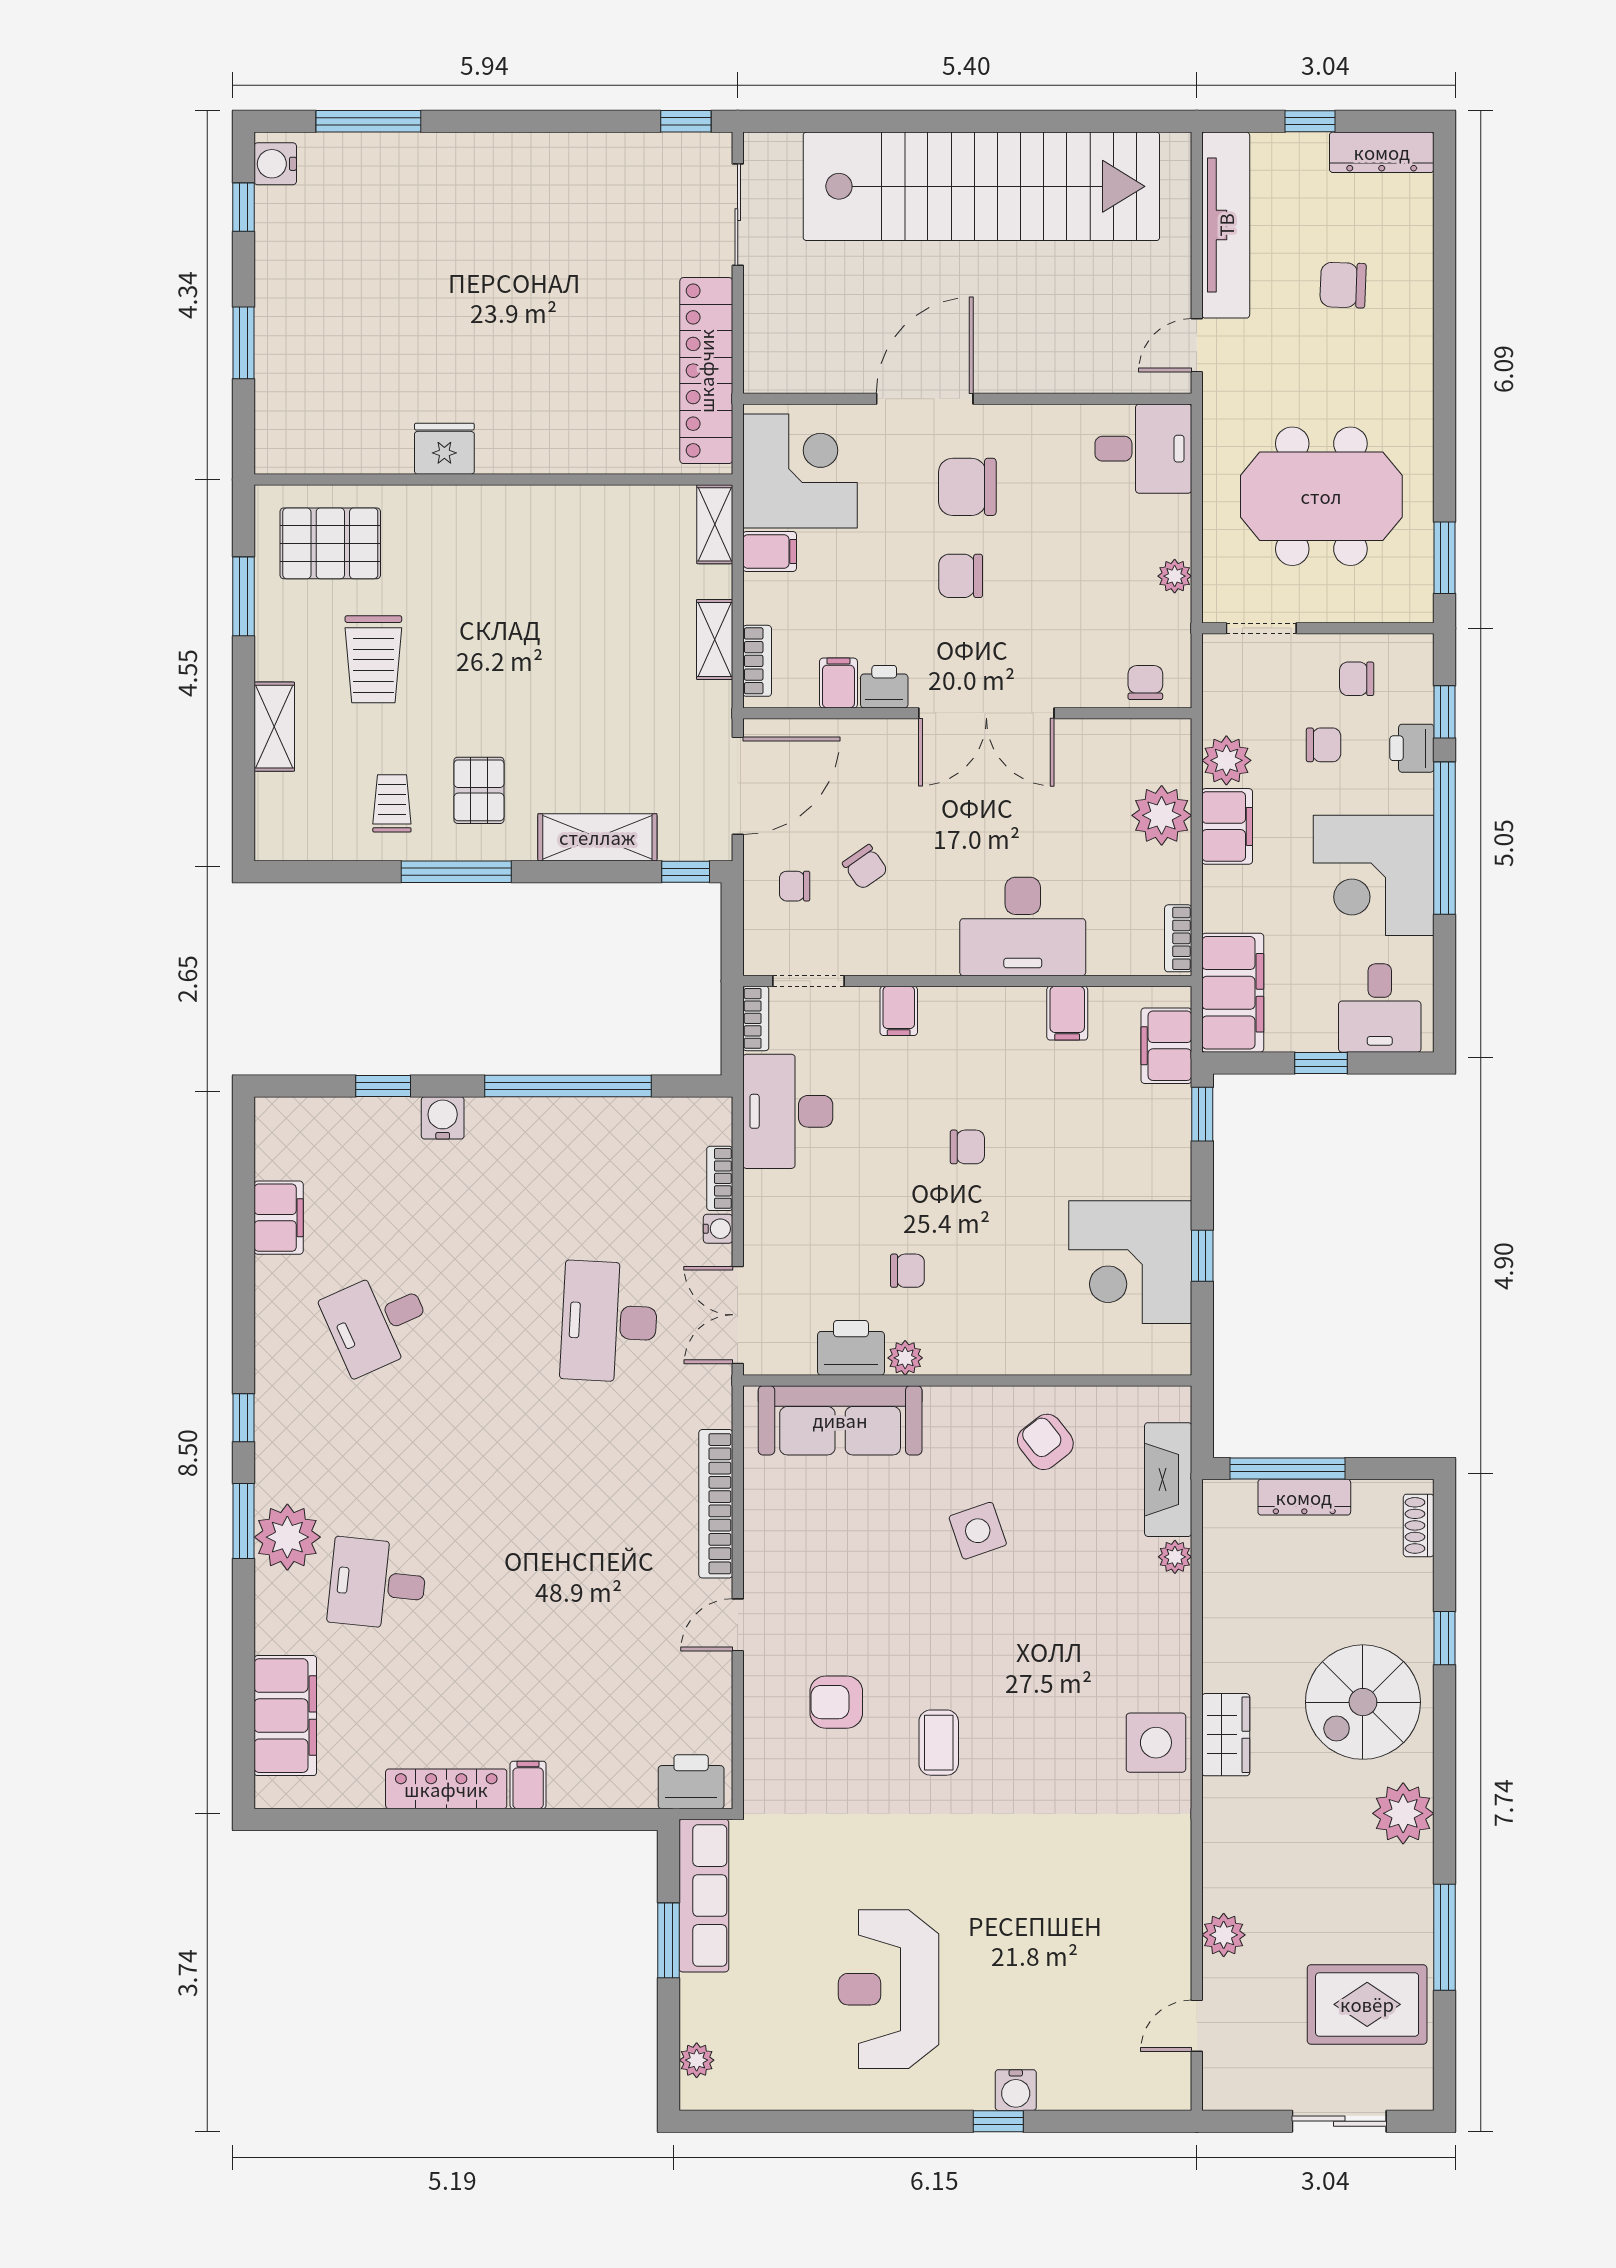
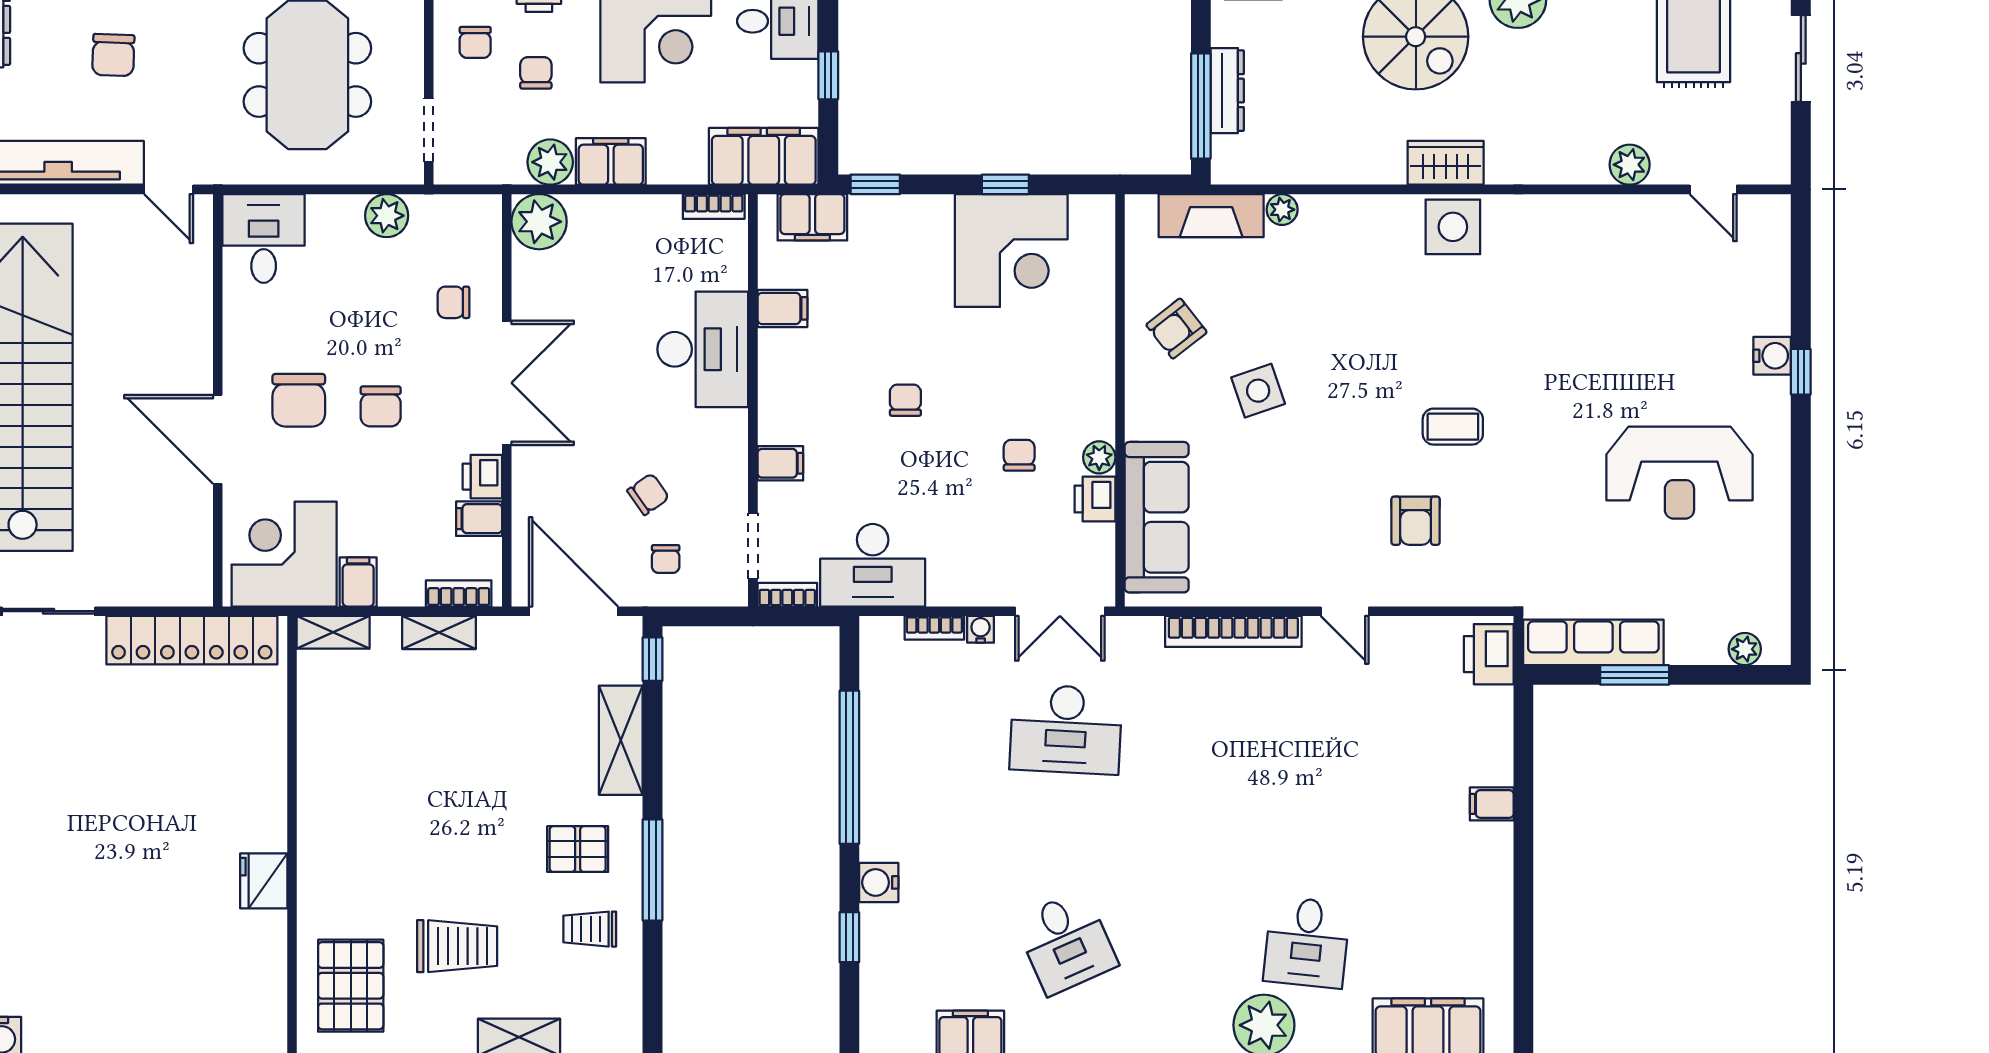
plant: (1175, 576) -> (387, 216), width x1.38, depth x1.38
chair: (1145, 683) -> (454, 302), moved
plant: (1162, 815) -> (539, 222), moved
printer: (851, 1348) -> (1095, 499), width x0.73, depth x0.81
locker: (446, 1789) -> (1495, 879), removed

